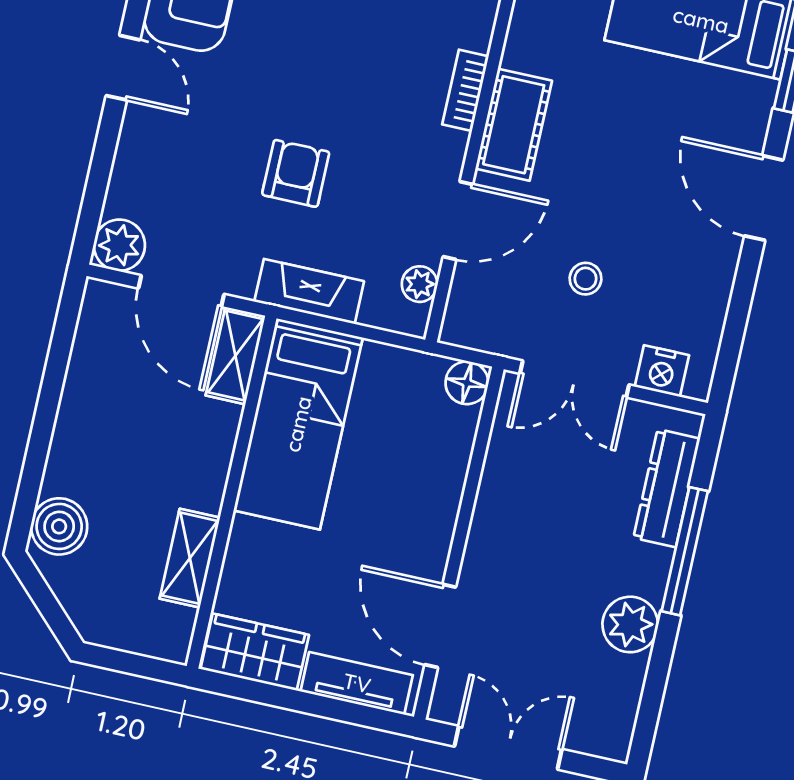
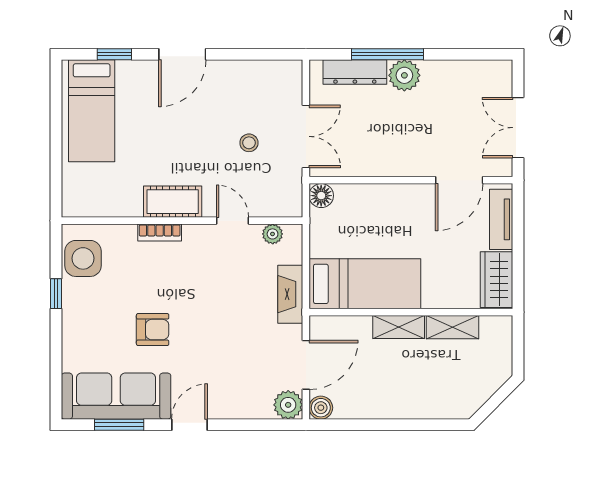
armchair: (296, 173) -> (153, 330), moved, turned 180
door: (458, 221) -> (233, 221), width x0.73
shelving: (235, 356) -> (399, 327), moved
nightstand: (662, 371) -> (291, 89), removed
boiler: (59, 526) -> (321, 408), moved, width x0.73, depth x0.73
plant: (630, 624) -> (404, 75), moved

